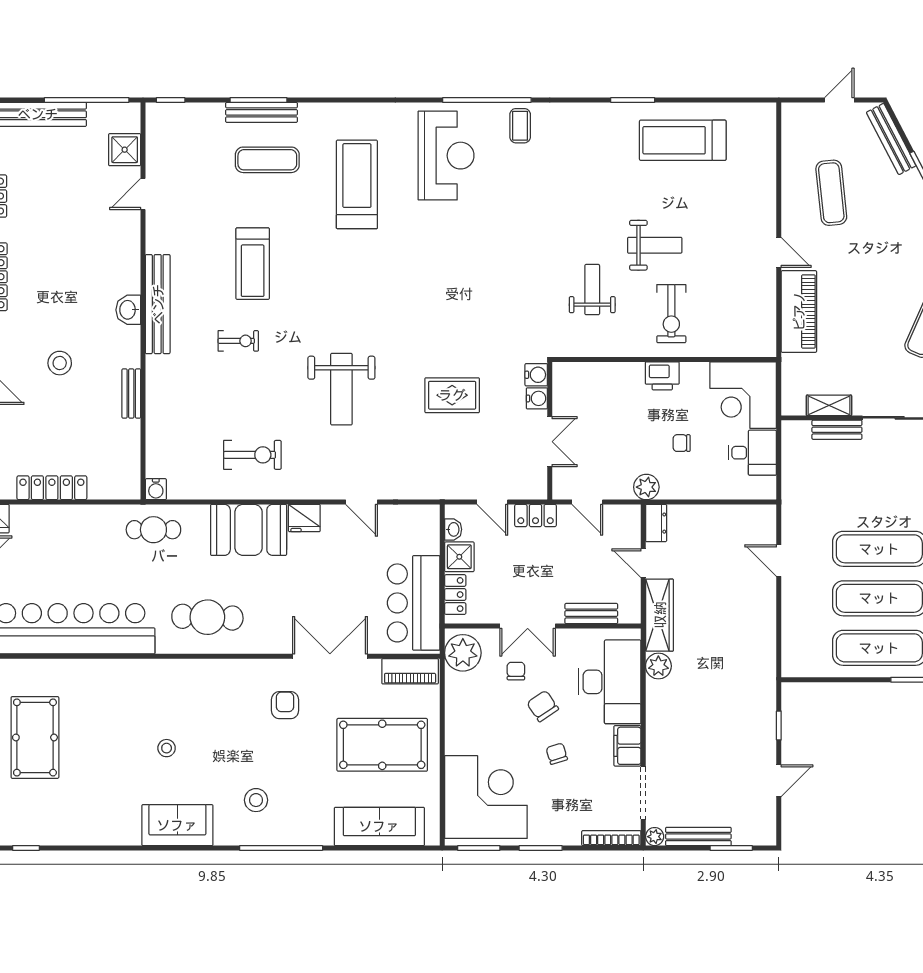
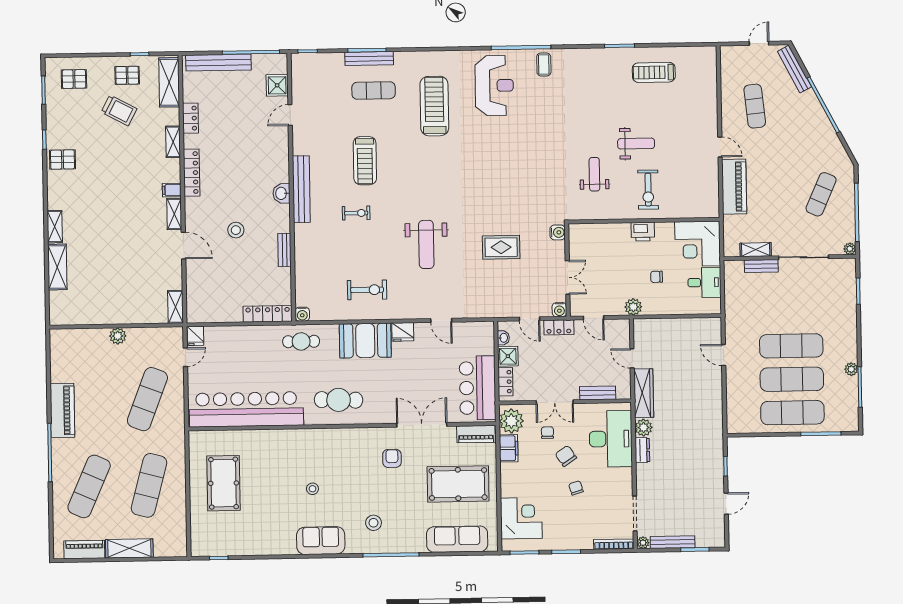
treadmill: (683, 140) -> (654, 72), width x0.73, depth x0.73
water cooler: (537, 398) -> (559, 310), moved, turned 90
locker: (52, 488) -> (268, 314), moved
dresser: (656, 523) -> (642, 450), moved
filing cabinet: (627, 746) -> (509, 448), moved, turned 180
corner desk: (486, 797) -> (521, 518), width x0.74, depth x0.74

